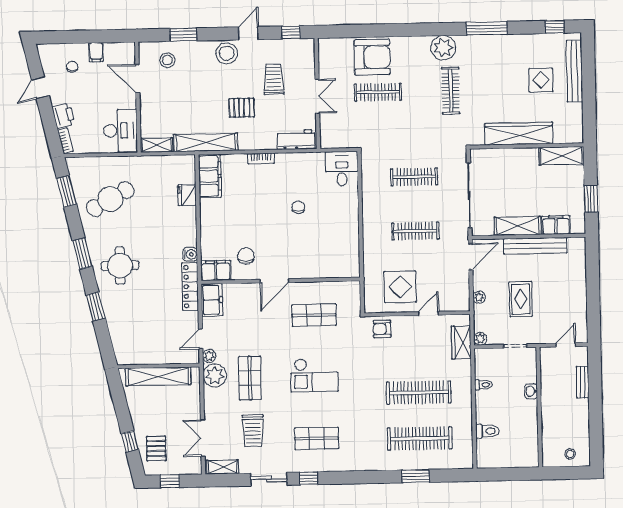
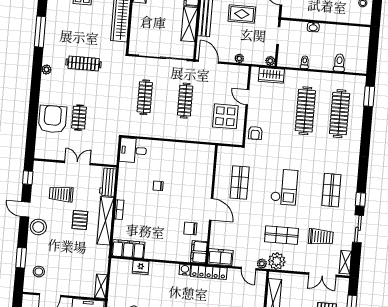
plant: (443, 48) -> (46, 70), width x0.53, depth x0.53
clothes rail: (378, 92) -> (79, 118), width x0.73
shelving: (206, 142) -> (105, 221), moved
rug: (521, 299) -> (242, 14), moved
window: (416, 476) -> (369, 96), moved

